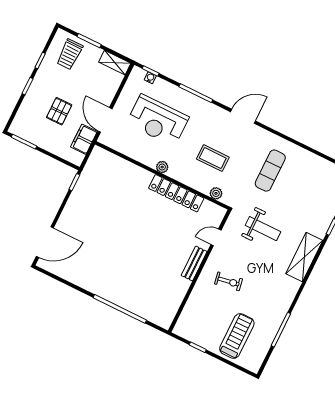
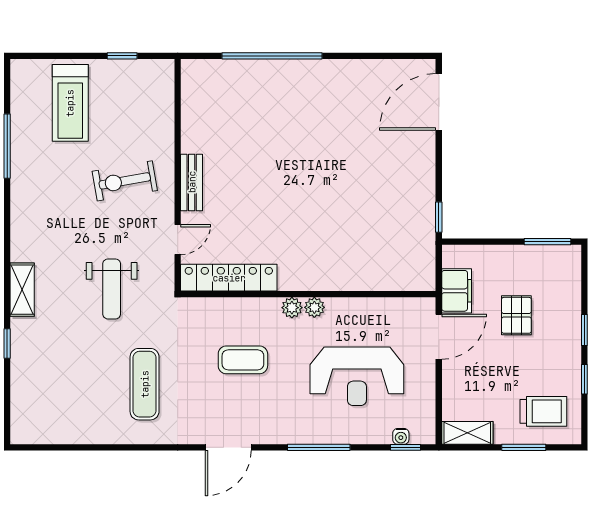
trolley: (70, 54) -> (543, 411), turned 90
door: (105, 120) -> (439, 337), hinge flipped
reception desk: (158, 120) -> (357, 376), turned 180
locker: (176, 193) -> (229, 278), moved
plant: (216, 193) -> (292, 308), moved
weight bench: (263, 229) -> (112, 289), turned -90
shelving: (304, 257) -> (22, 290), width x0.67, depth x0.75
exercise bike: (229, 281) -> (125, 181), width x1.38, depth x1.39

